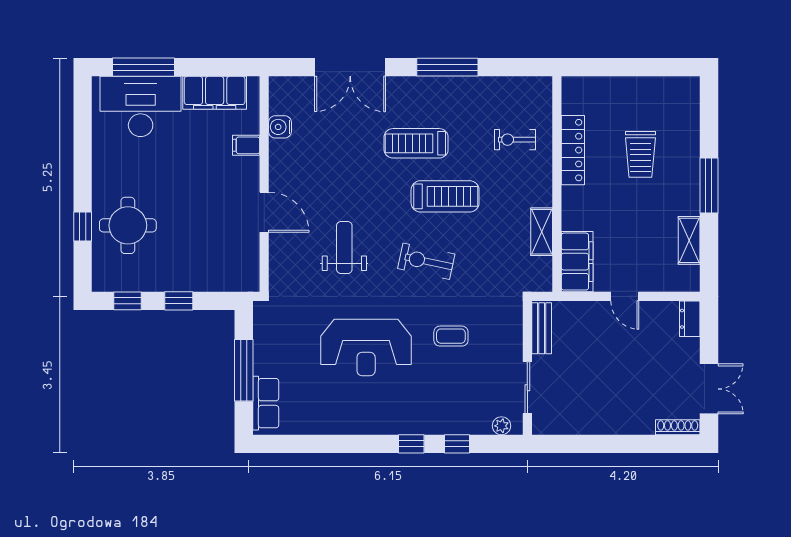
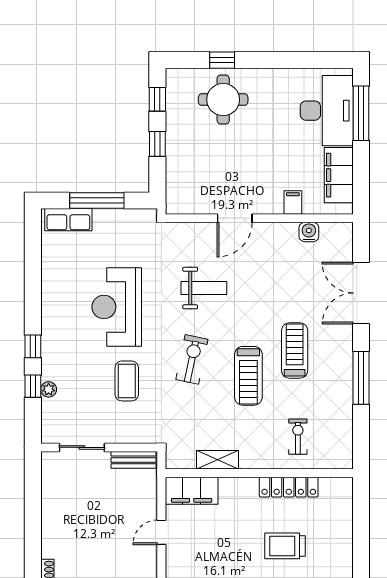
coffee table: (451, 336) -> (127, 381), width x1.36, depth x1.30
plant: (501, 426) -> (49, 389), moved

